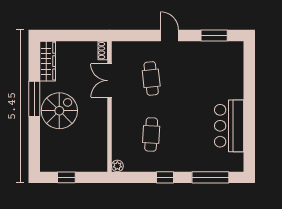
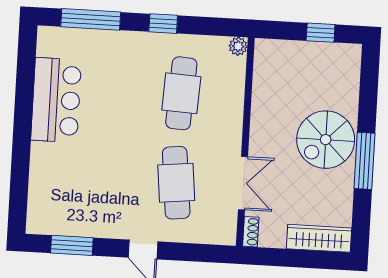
wardrobe: (48, 61) -> (319, 238), moved, turned 90
cafe table: (151, 78) -> (176, 183), width x1.37, depth x1.35
cafe table: (151, 134) -> (181, 93), width x1.37, depth x1.35

